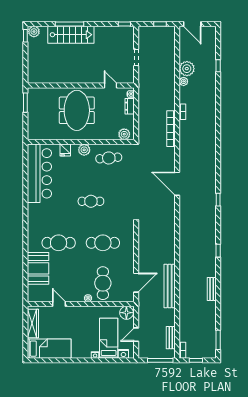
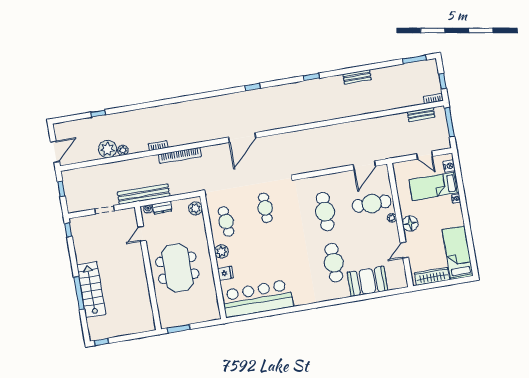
plant: (34, 32) -> (95, 333), removed
meeting table: (77, 110) -> (177, 268), turned 90
cafe table: (91, 201) -> (265, 208), moved
door: (136, 283) -> (364, 165), swing flipped
bench: (170, 286) -> (144, 194), moved
floor lamp: (126, 313) -> (410, 223), moved

